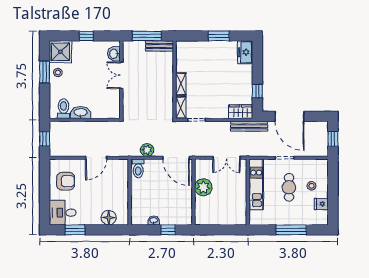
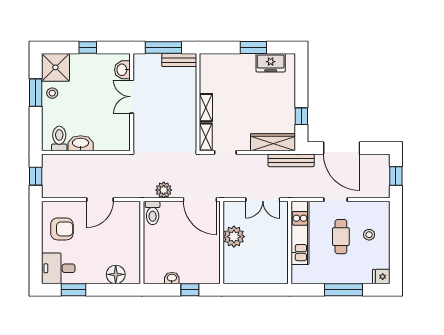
freezer: (245, 52) -> (271, 63), moved, turned -90
wardrobe: (241, 112) -> (273, 142), width x1.50
fridge: (321, 204) -> (381, 277), moved

